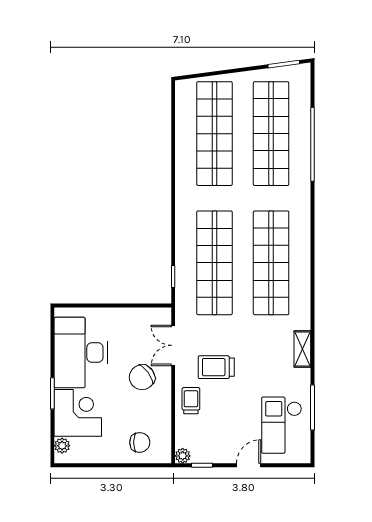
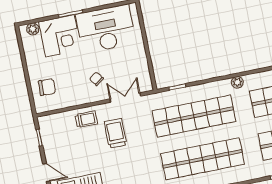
chair: (142, 377) -> (96, 79), width x0.54, depth x0.54
chair: (140, 442) -> (47, 87), turned -87
plant: (183, 456) -> (237, 82), moved

